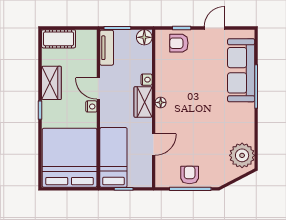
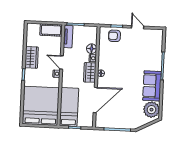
door: (214, 28) -> (138, 27), hinge flipped
floor lamp: (144, 37) -> (92, 49), moved
cot: (59, 39) -> (51, 30), moved
sofa: (241, 70) -> (152, 86), moved, width x0.73
door: (154, 145) -> (95, 100), width x1.87
armchair: (190, 175) -> (117, 121), removed

